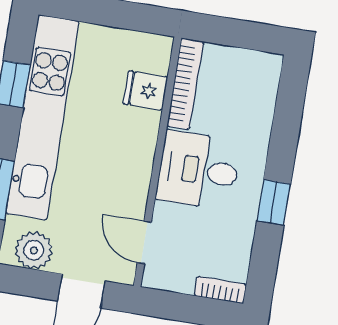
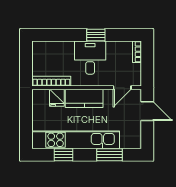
kitchen counter: (134, 152) -> (84, 98), added
desk: (199, 170) -> (90, 58), moved, turned 180
plant: (34, 250) -> (133, 134), removed

